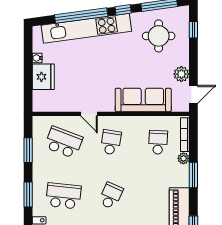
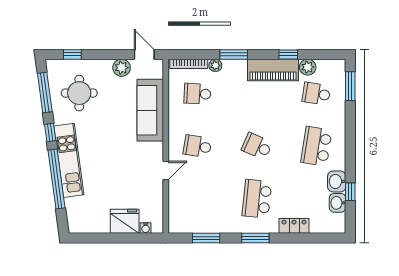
kitchen unit: (86, 28) -> (69, 160), width x0.73
water cooler: (37, 58) -> (146, 228), moved
school desk: (63, 142) -> (197, 199), removed

